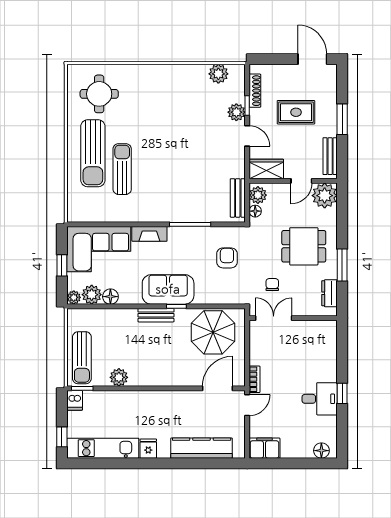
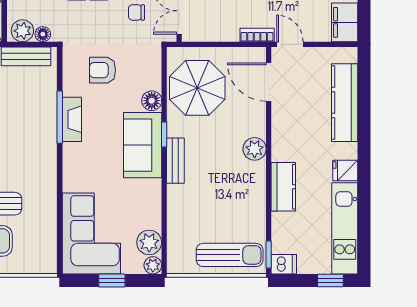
fireplace: (149, 234) -> (72, 119), moved
floor lamp: (110, 297) -> (152, 101), moved
plant: (119, 377) -> (255, 149), moved
kitchen counter: (135, 400) -> (283, 187), added

